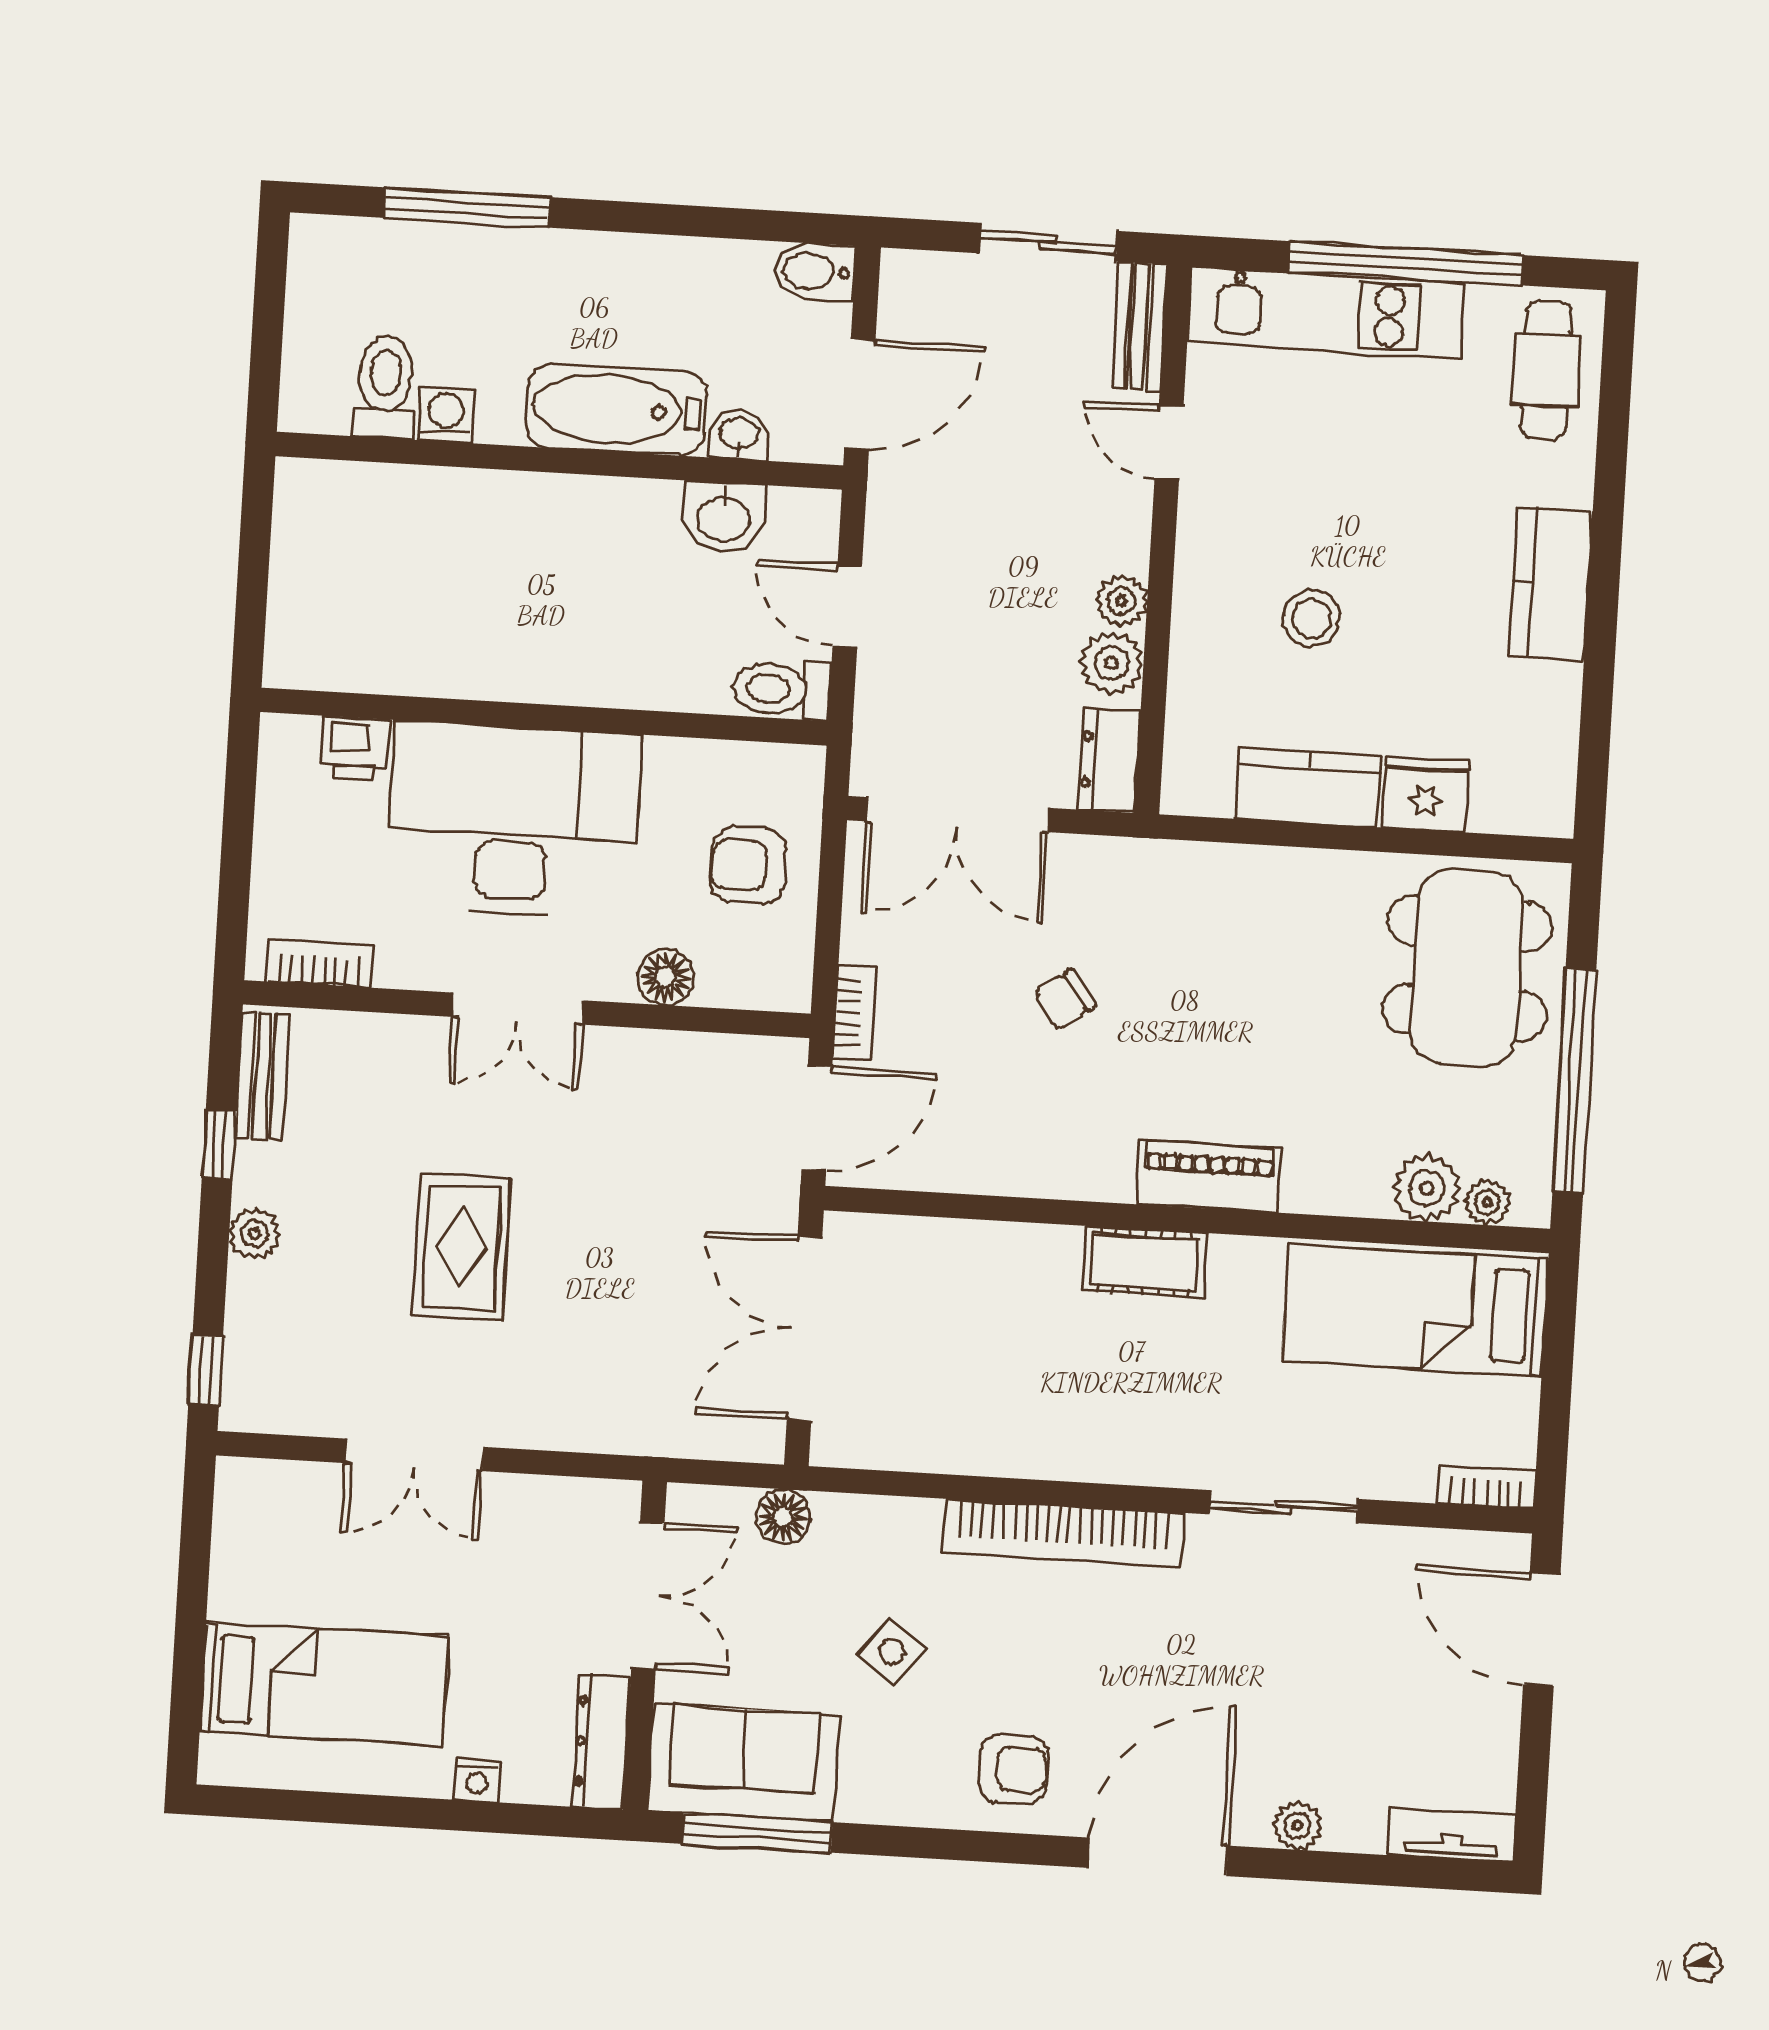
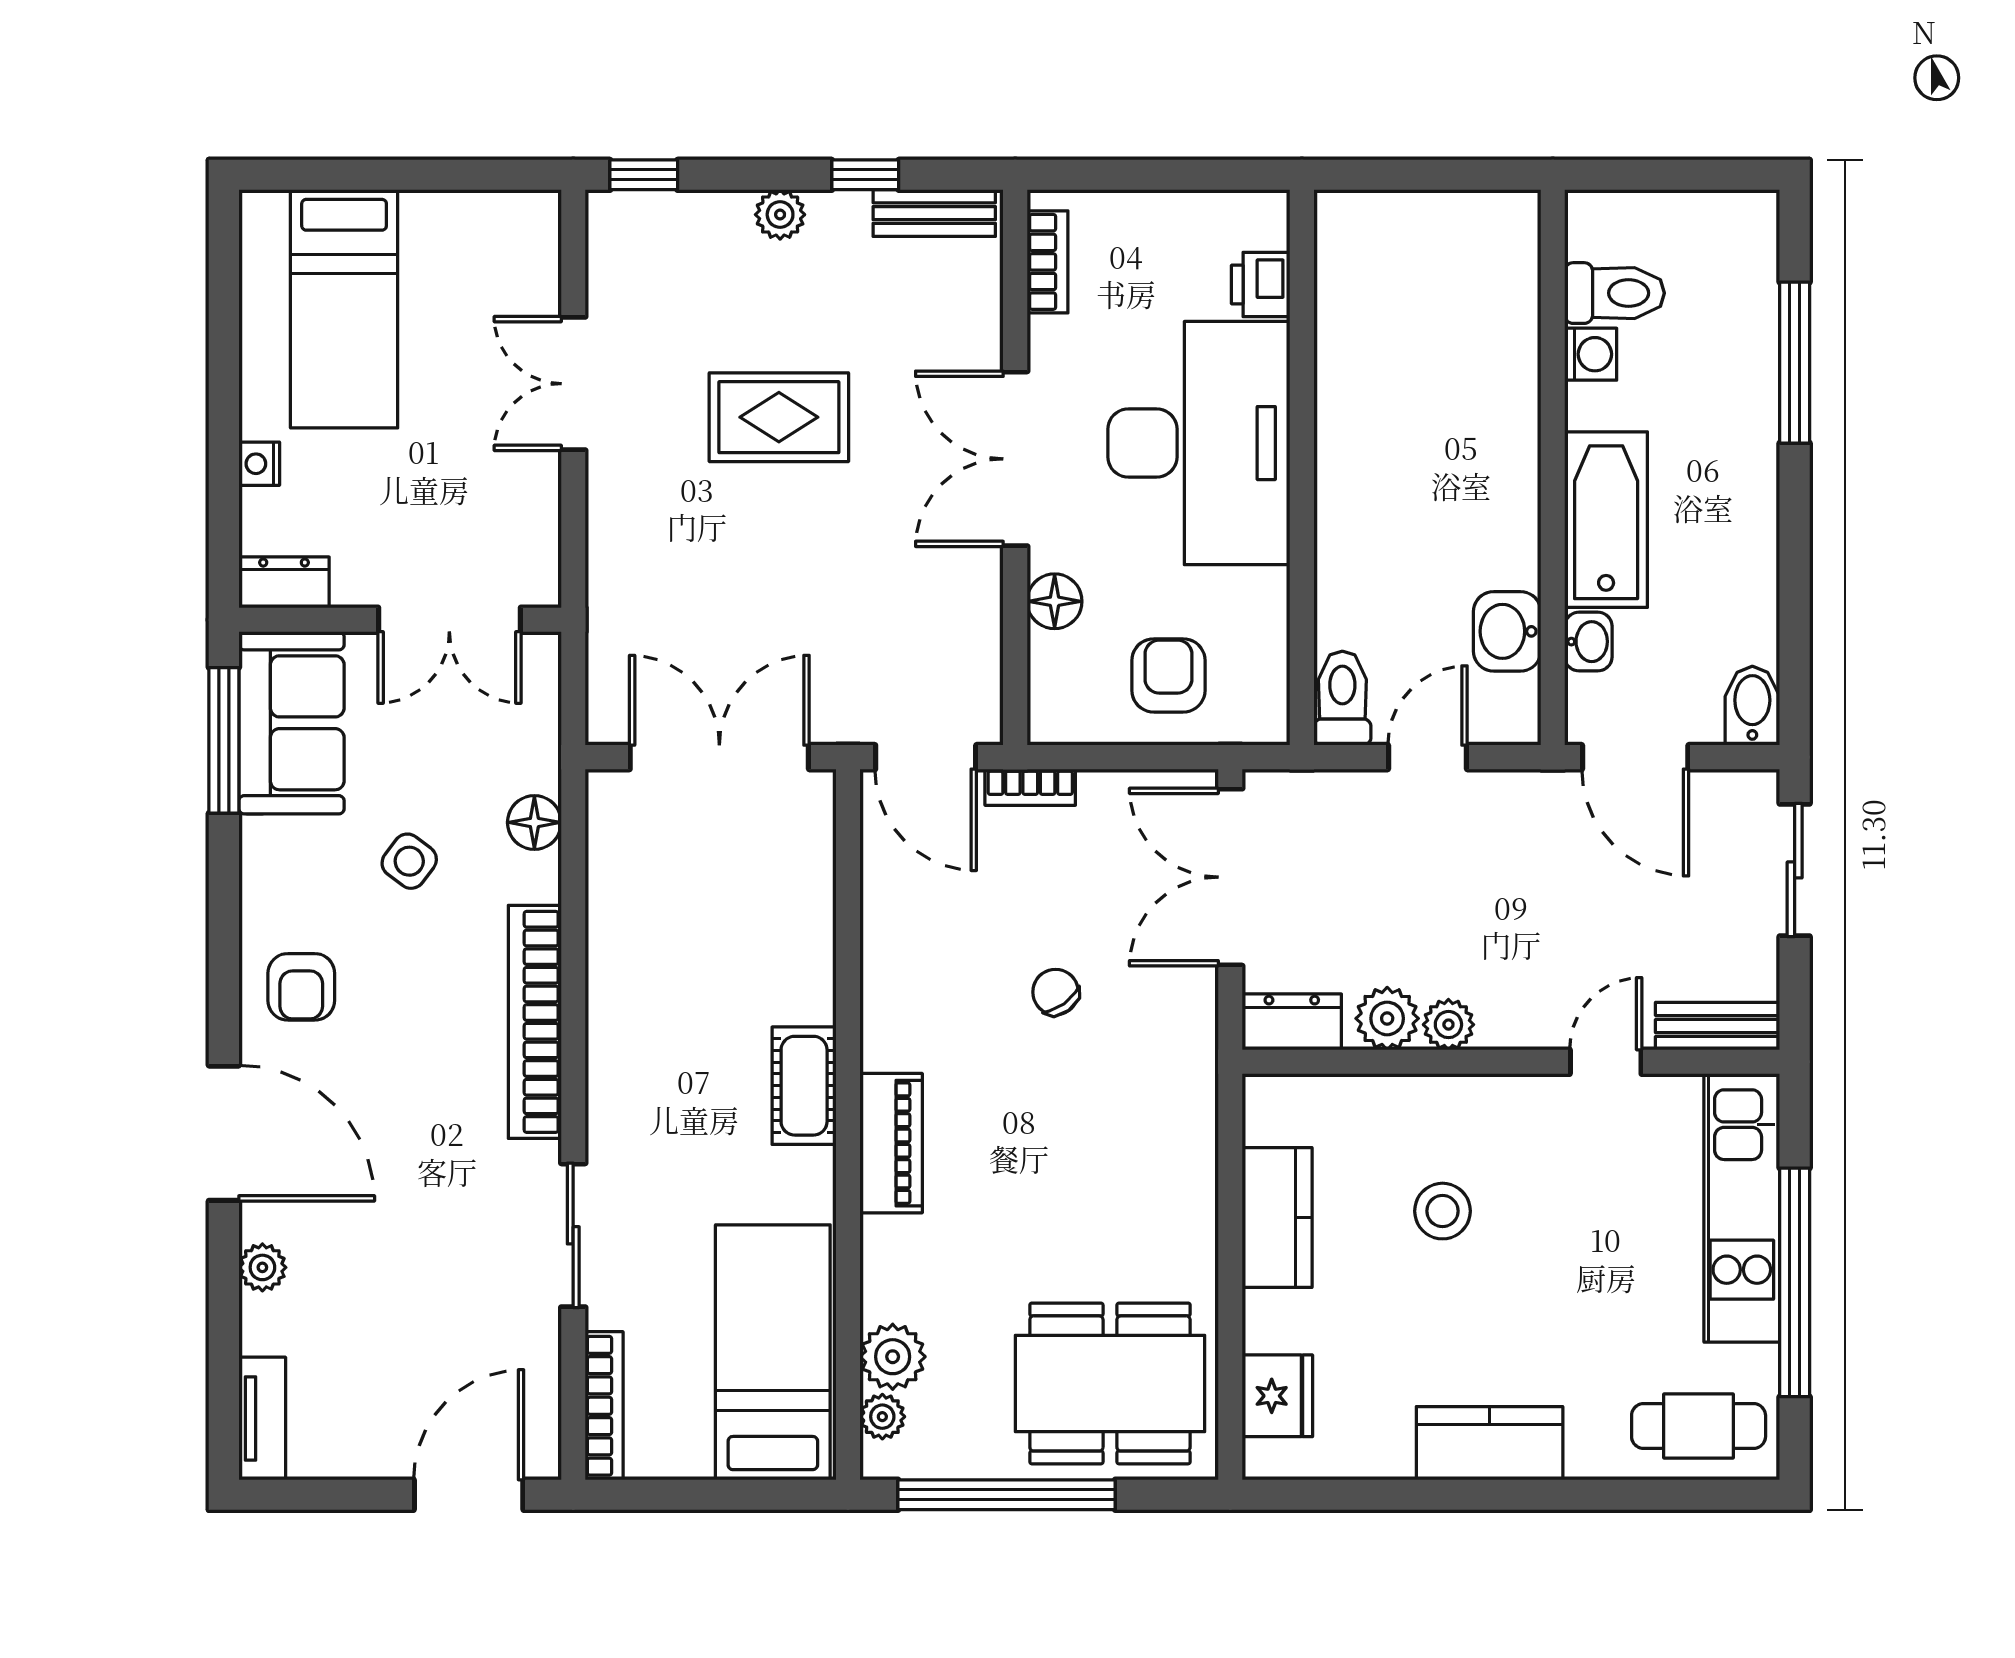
sliding door: (1049, 242) -> (1795, 870), moved
fridge: (1426, 794) -> (1277, 1396), moved
double door: (518, 1009) -> (1015, 459), width x1.37
bookcase: (1486, 1487) -> (604, 1406), width x1.56
floor lamp: (783, 1517) -> (534, 822), moved
dresser: (601, 1742) -> (284, 582), width x0.70

